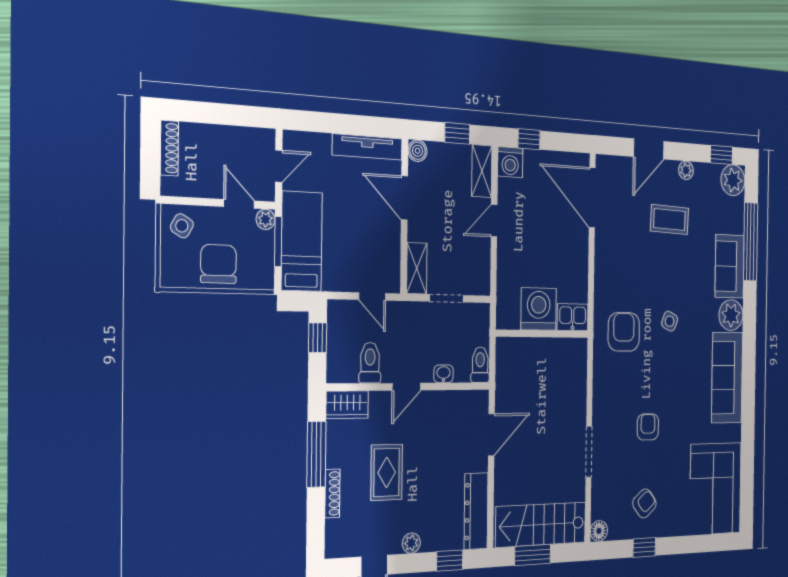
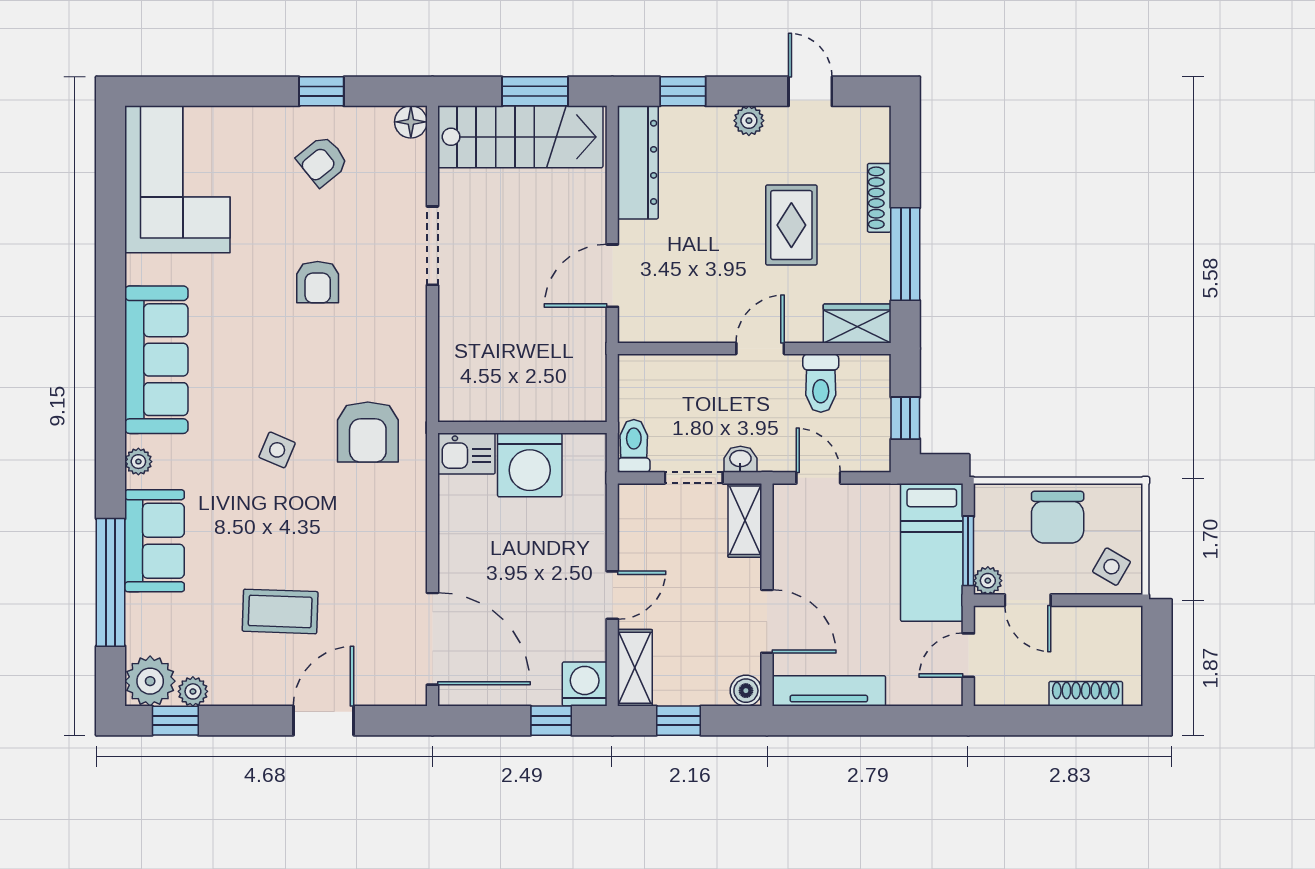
shoe rack: (169, 148) -> (1086, 694), moved, turned 90
plant: (686, 170) -> (193, 691), moved
plant: (731, 315) -> (138, 462), width x0.53, depth x0.53
toilet: (480, 365) -> (634, 446), moved, turned 180
washbasin: (444, 374) -> (740, 459), moved, turned 180

